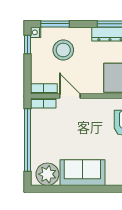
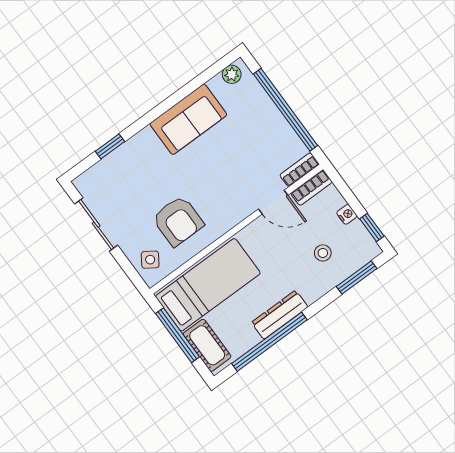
nightstand: (36, 32) -> (347, 214), moved
stool: (63, 50) -> (323, 253), width x0.53, depth x0.53
plant: (47, 174) -> (232, 74), width x0.53, depth x0.53

